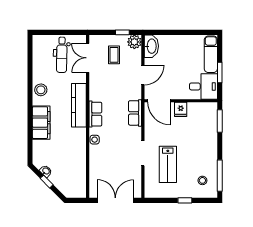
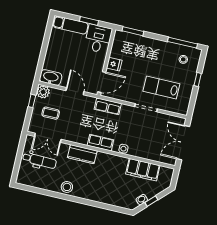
kitchen counter: (79, 105) -> (82, 154), width x0.67
filing cabinet: (41, 123) -> (143, 170), moved, turned 180
lab bench: (168, 164) -> (161, 87), turned 180

